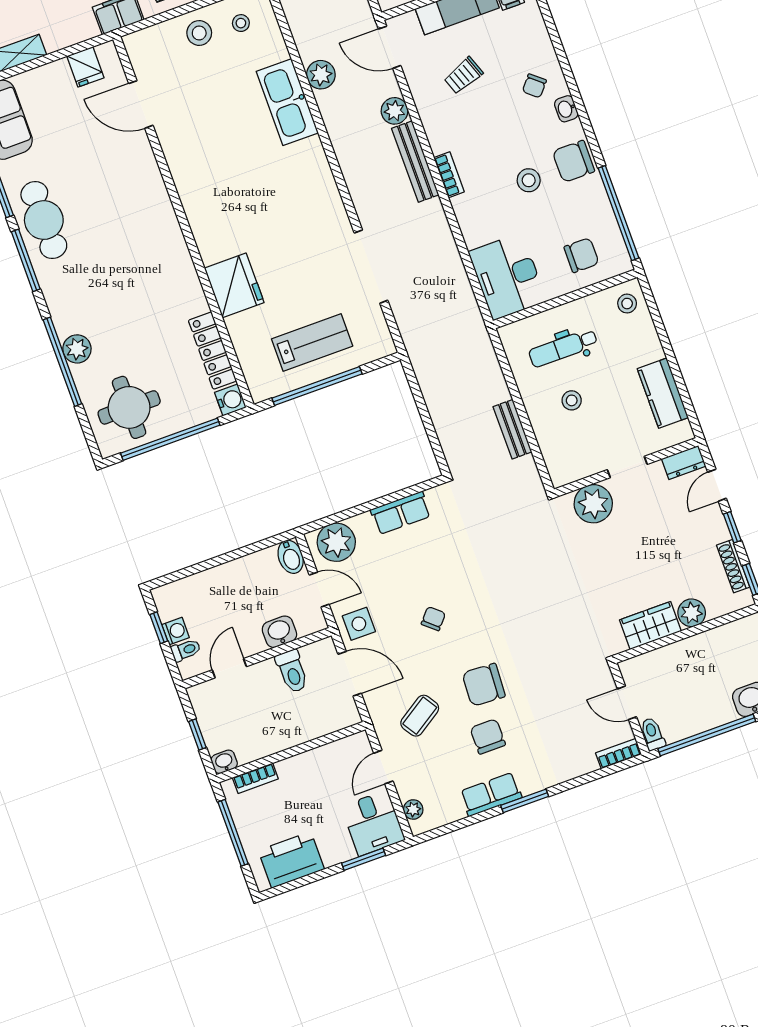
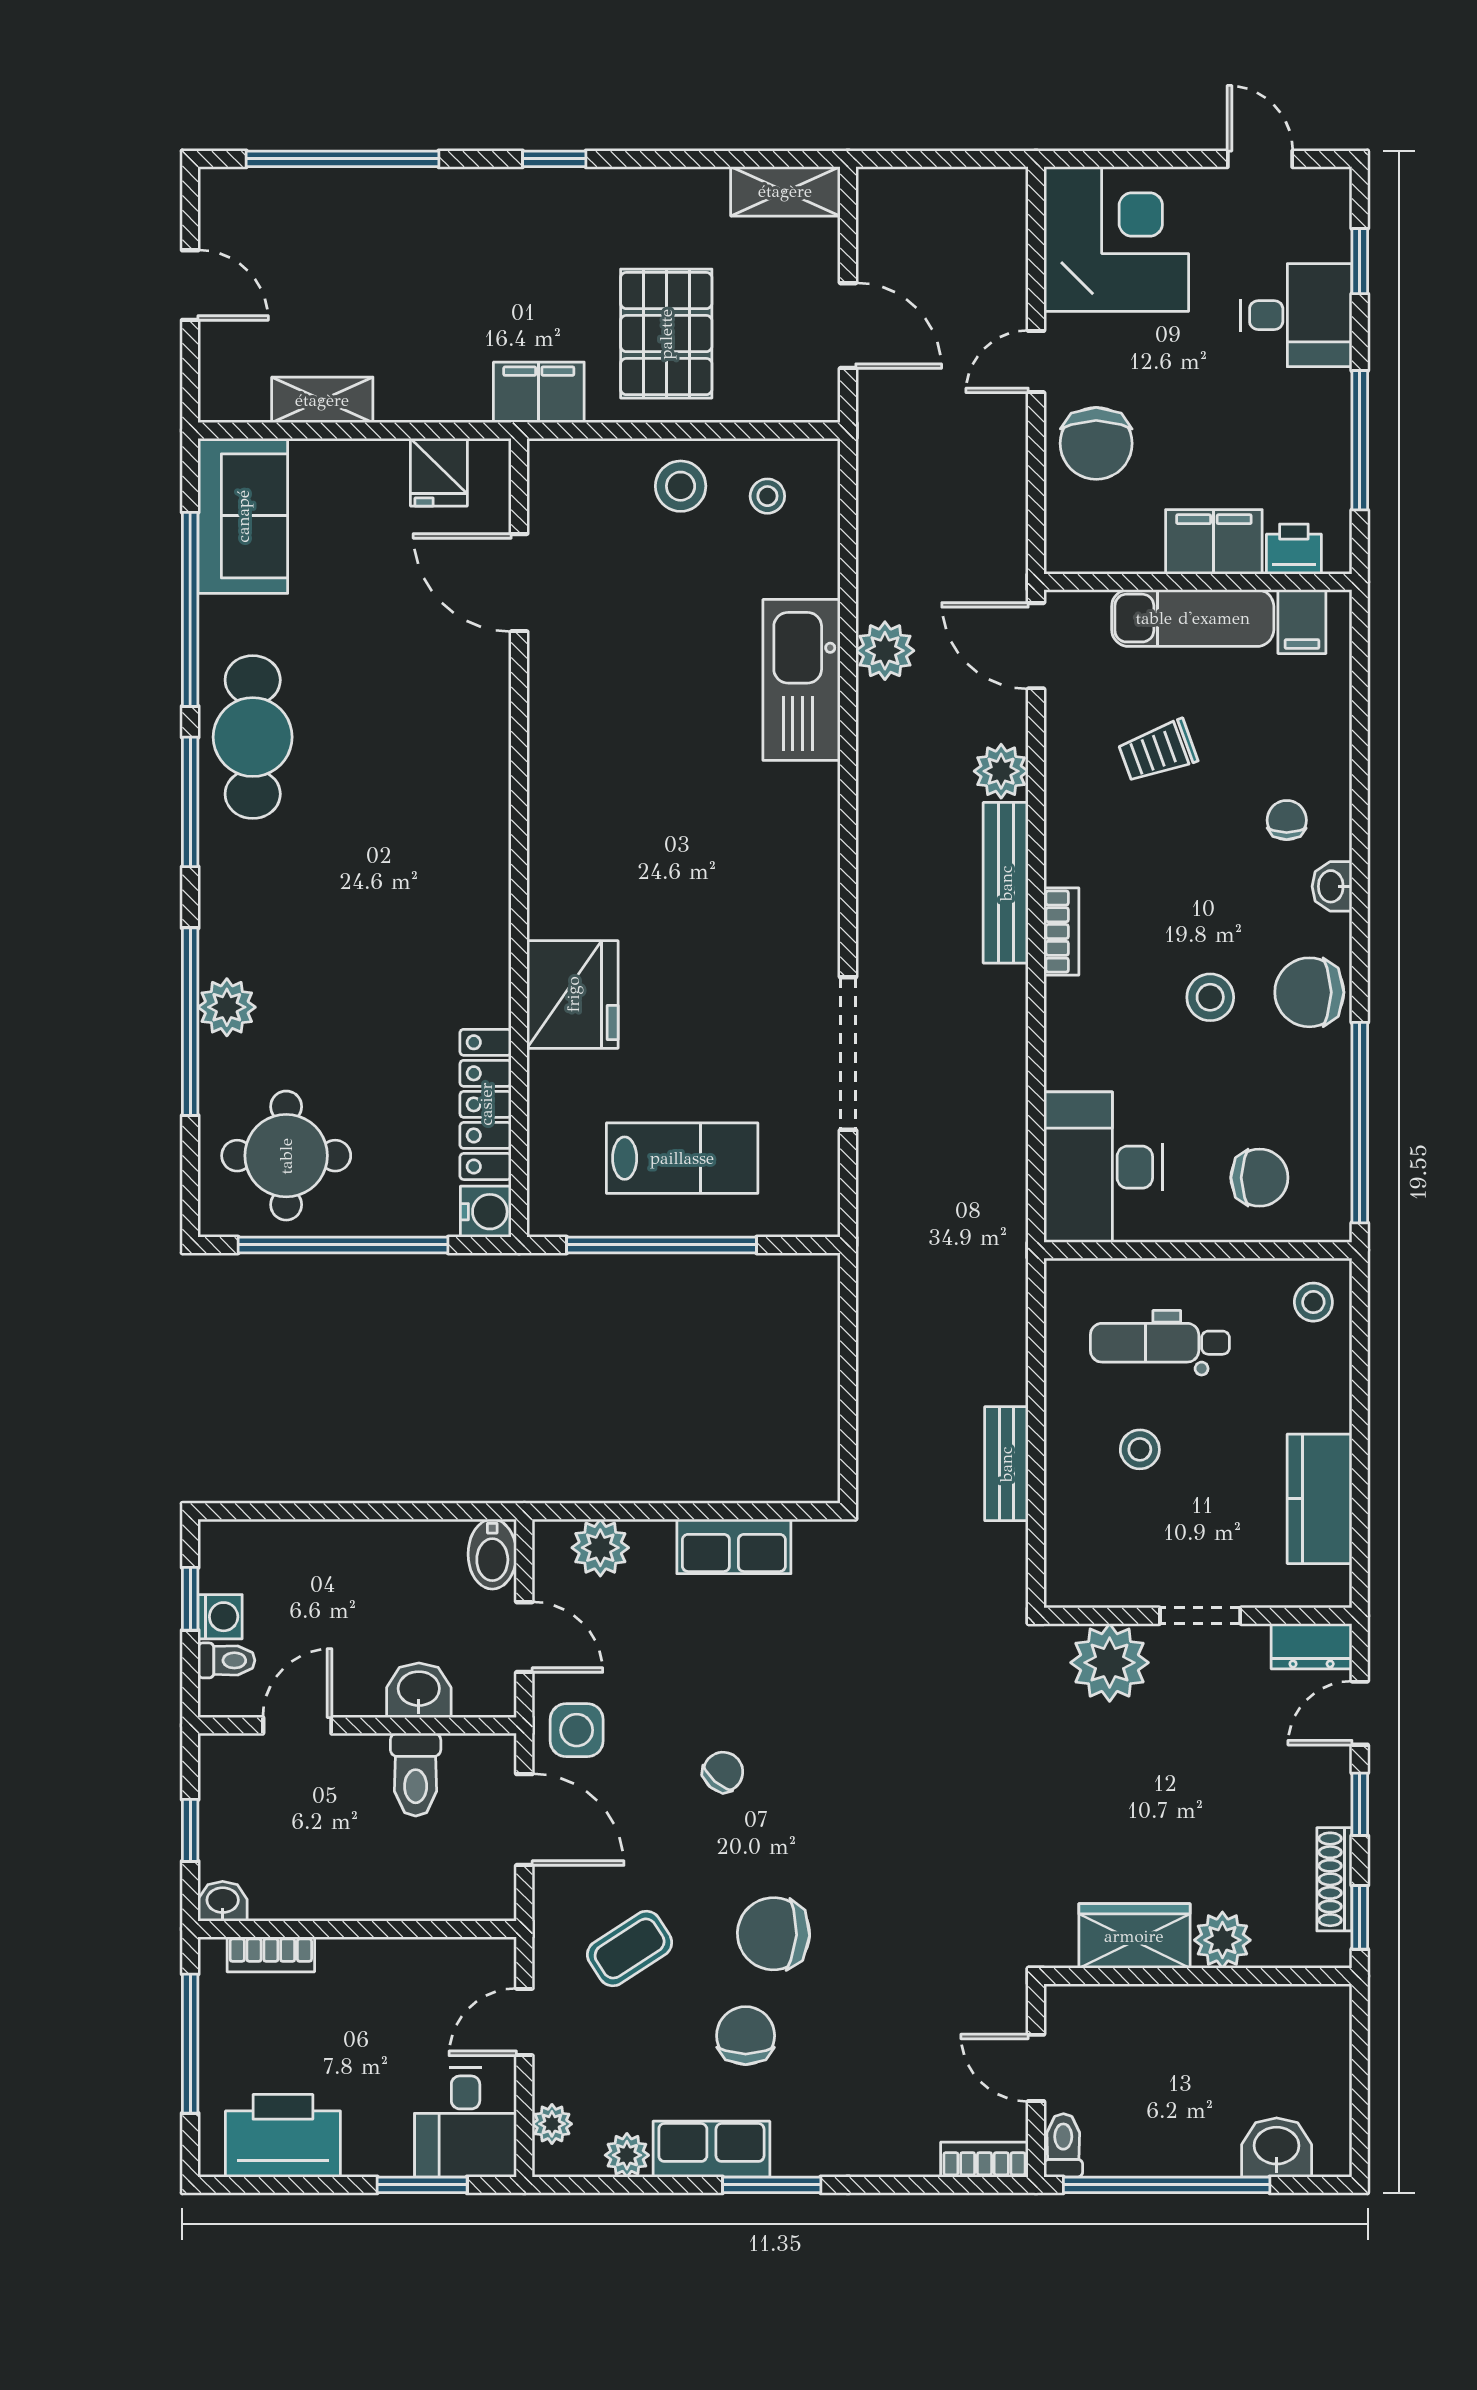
chair: (534, 86) -> (1287, 820), turned 140
plant: (336, 542) -> (600, 1548), width x0.73, depth x0.73
plant: (453, 811) -> (627, 2155), added

